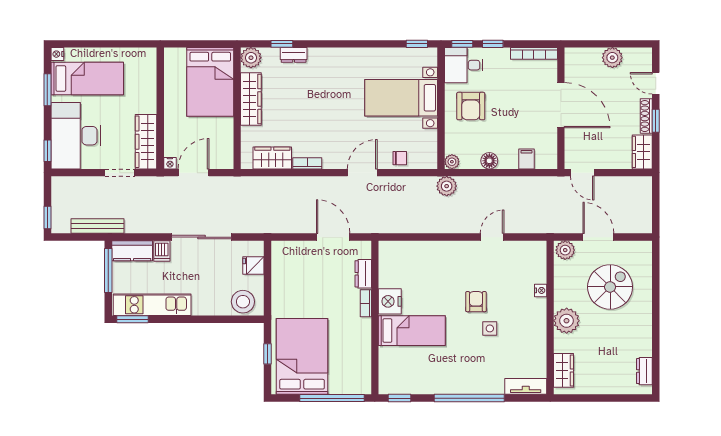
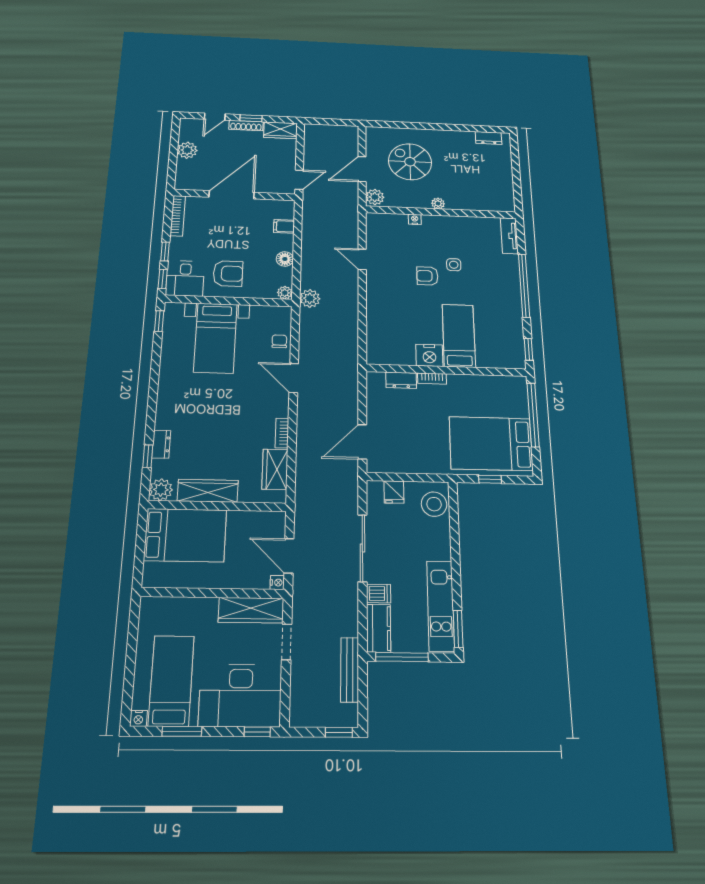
door: (333, 237) -> (362, 442), moved
plant: (567, 321) -> (438, 203), width x0.53, depth x0.53
wardrobe: (564, 370) -> (492, 203), removed

